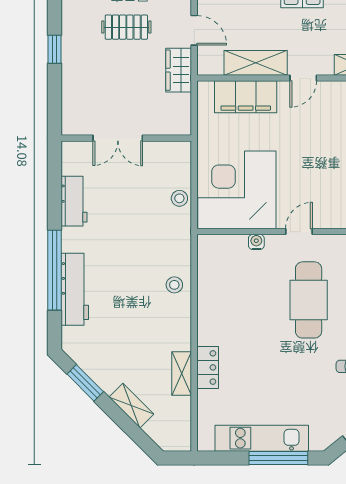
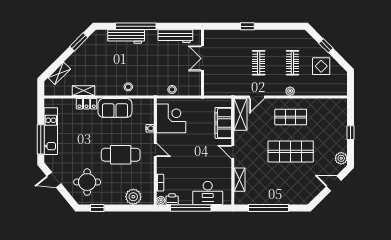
shelving: (256, 63) -> (241, 115), moved
wardrobe: (179, 70) -> (237, 89), removed
corner desk: (237, 190) -> (171, 118), width x0.74, depth x0.74
workbench: (74, 201) -> (175, 36), width x1.38
sofa: (216, 311) -> (115, 108), added
shelving: (131, 406) -> (59, 73), moved

